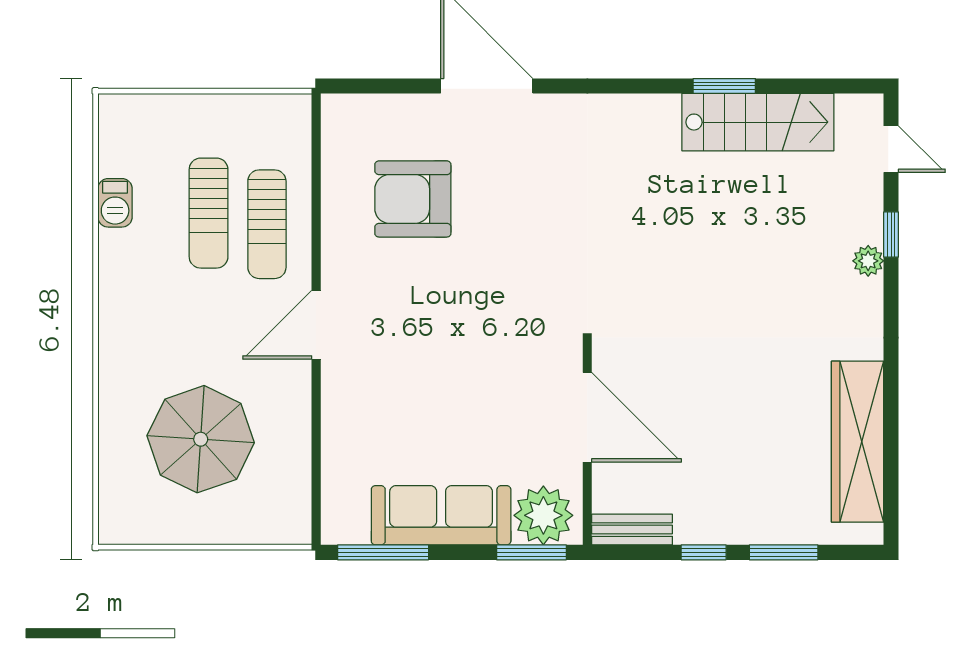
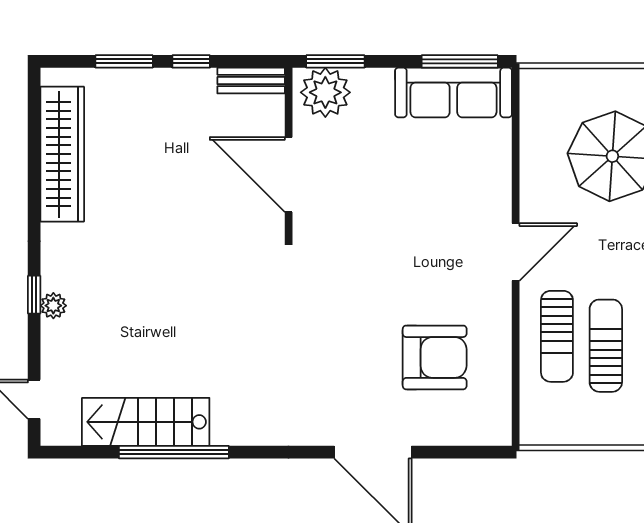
window: (724, 86) -> (174, 452), width x2.11
sun lounger: (267, 224) -> (557, 336), turned 180
window: (891, 234) -> (34, 295), moved
sofa: (441, 515) -> (453, 92), moved

